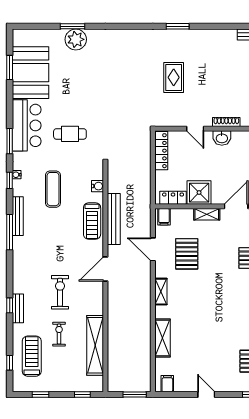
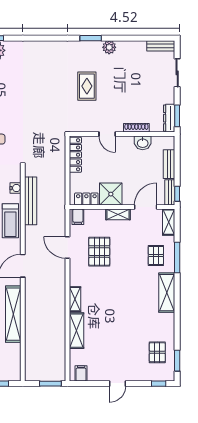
plant: (197, 36) -> (109, 47), added
washbasin: (222, 138) -> (143, 143), moved
bench: (114, 219) -> (31, 201), moved
shelving: (161, 292) -> (75, 299), moved
shelving: (95, 345) -> (13, 314), moved
door: (206, 394) -> (117, 384), swing flipped

